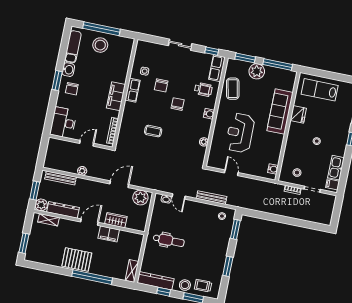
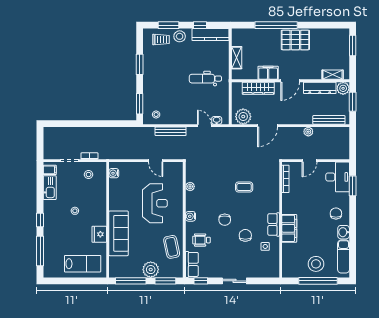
window: (57, 81) -> (353, 186), moved
filing cabinet: (116, 96) -> (289, 228), moved
wardrobe: (116, 220) -> (258, 88), width x1.50
shelving: (132, 271) -> (237, 58), moved

